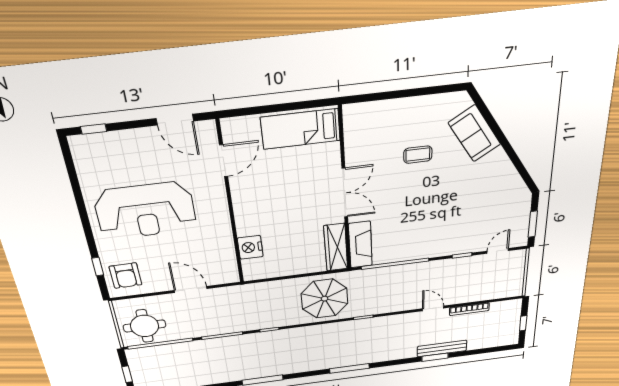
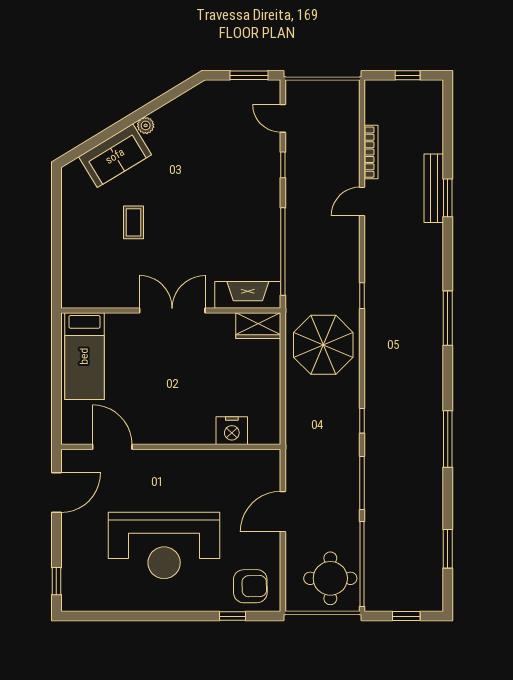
plant: (499, 154) -> (146, 125), added
reception desk: (145, 211) -> (164, 545), turned 90
wardrobe: (336, 247) -> (258, 326), width x0.67

